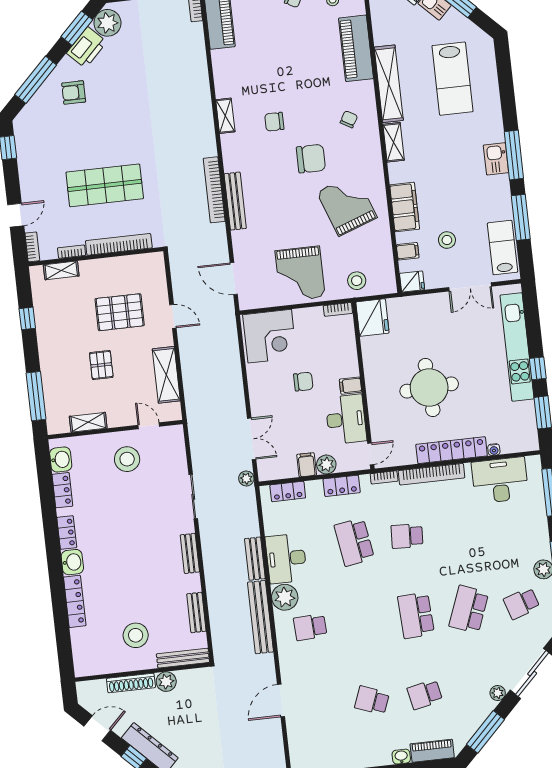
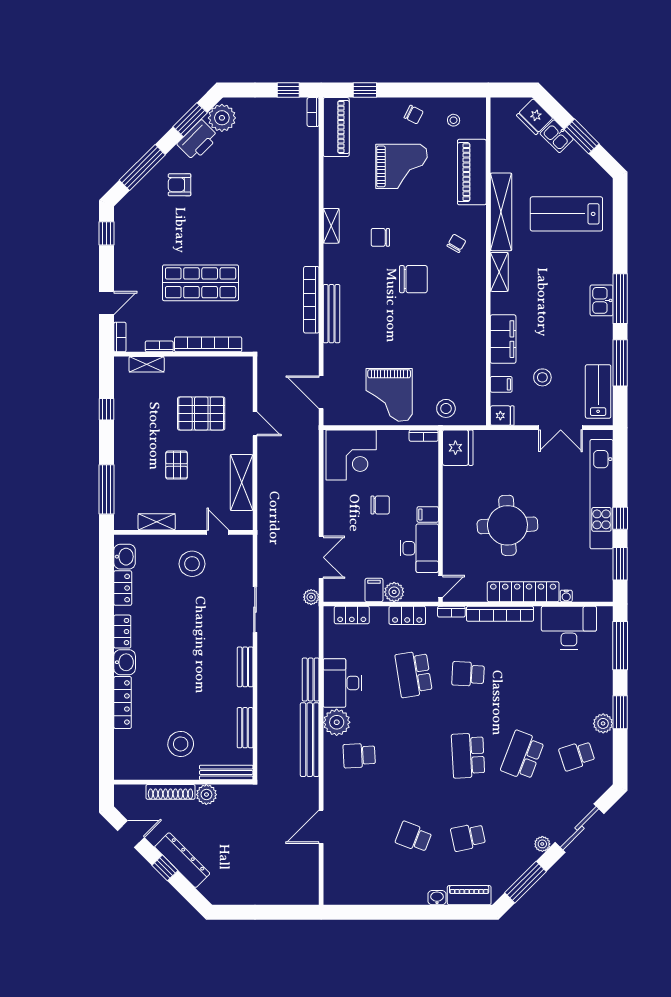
lab bench: (452, 79) -> (566, 214), turned 90
grand piano: (347, 205) -> (402, 166), moved, turned 110

